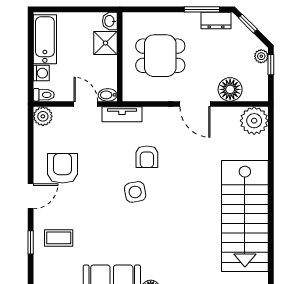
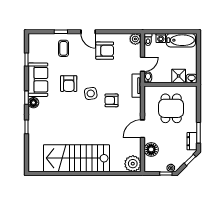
armchair: (118, 229) -> (69, 84), added

